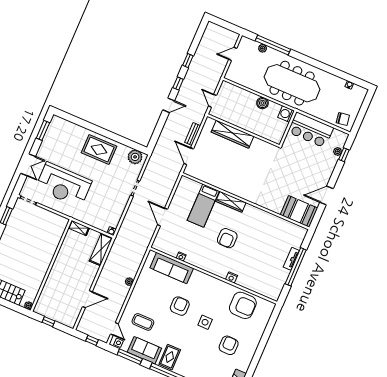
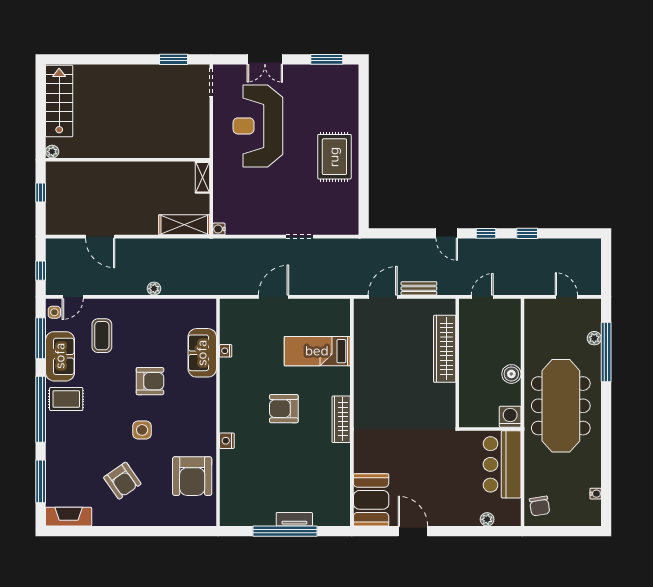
window: (344, 155) -> (486, 531), removed
plant: (135, 157) -> (347, 216), removed
wardrobe: (231, 202) -> (341, 419), moved
sofa: (172, 268) -> (202, 353), width x0.73
armchair: (229, 345) -> (122, 481), turned 55

